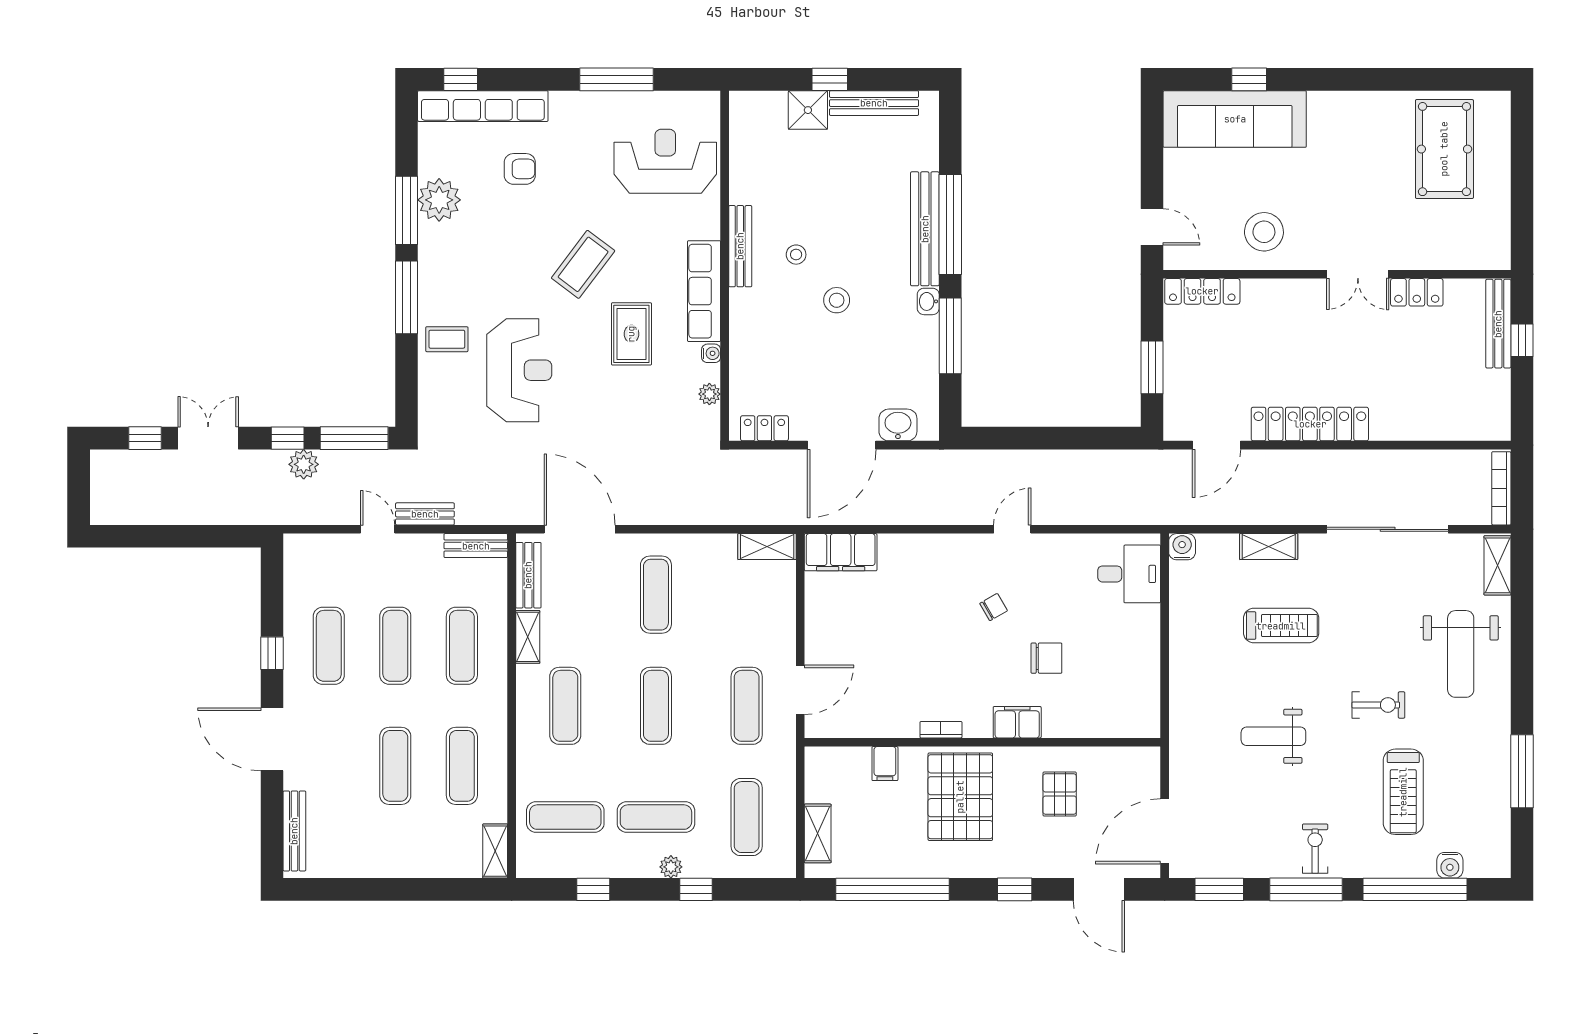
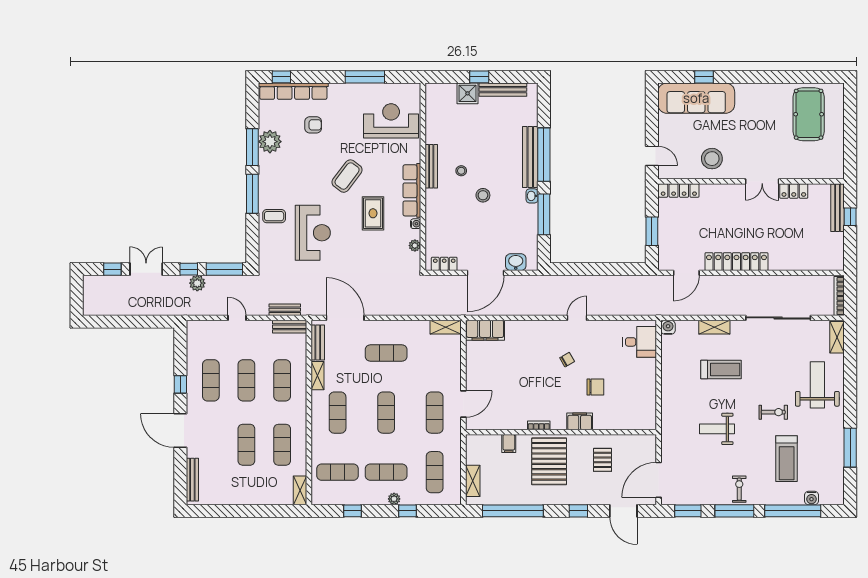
bench: (425, 514) -> (285, 310), moved
exercise mat: (656, 595) -> (386, 353), turned 90
weight bench: (1461, 654) -> (817, 385), turned 180

